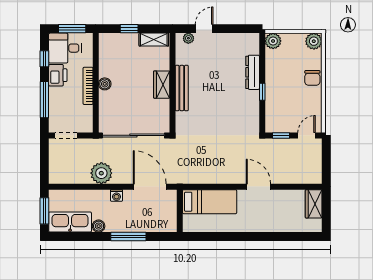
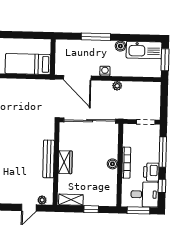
plant: (101, 173) -> (117, 86), width x0.53, depth x0.53

